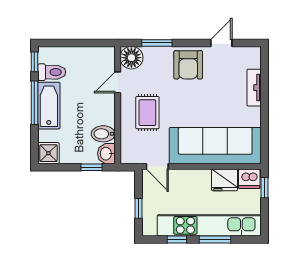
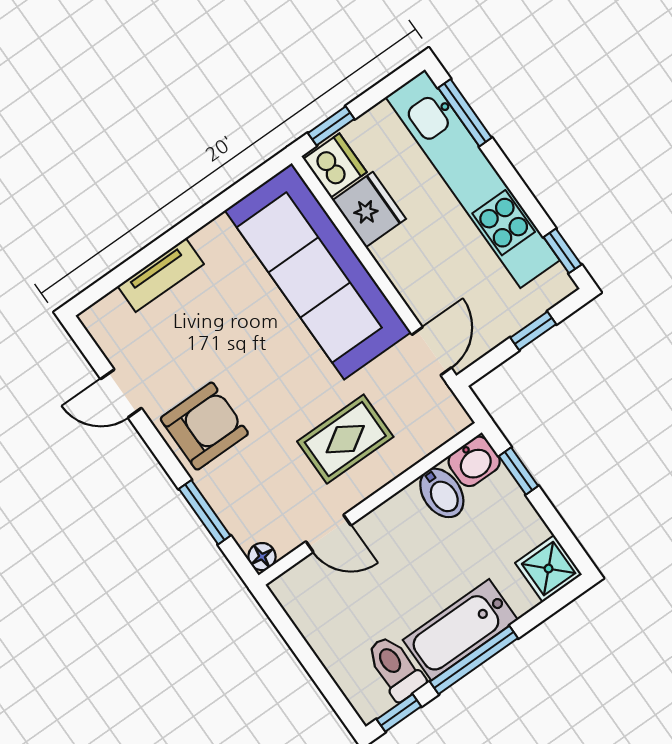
floor lamp: (131, 58) -> (262, 557), width x0.53, depth x0.53
window: (177, 239) -> (562, 251), moved
window: (215, 239) -> (465, 113), moved

